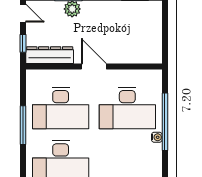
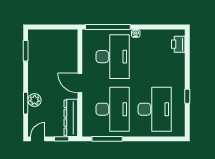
door: (94, 66) -> (80, 83), hinge flipped
window: (165, 122) -> (108, 27), moved
window: (23, 125) -> (107, 139), moved

